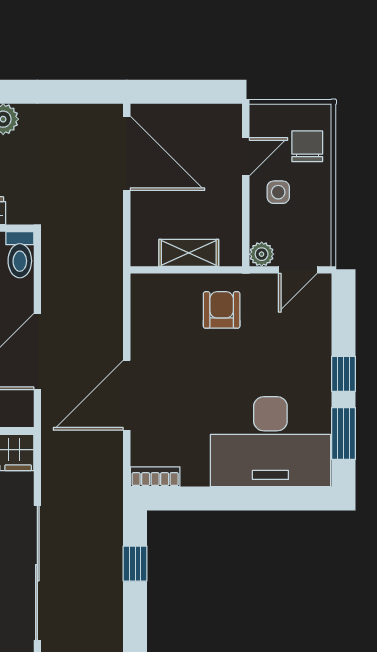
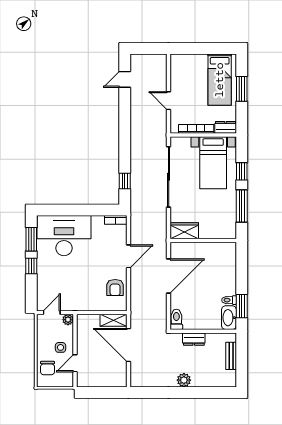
door: (127, 153) -> (128, 345), moved
shelving: (189, 253) -> (113, 320), moved
armchair: (222, 310) -> (115, 288), moved
door: (127, 395) -> (128, 256), width x0.73

